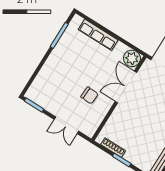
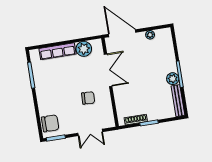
plant: (132, 58) -> (84, 49), moved
double door: (126, 87) -> (108, 70), swing flipped
chair: (40, 89) -> (50, 123), added

